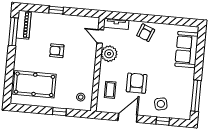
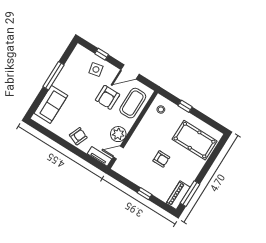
door: (100, 36) -> (118, 153), swing flipped
coffee table: (110, 90) -> (133, 103), width x1.86, depth x1.72
window: (196, 96) -> (53, 76), moved

